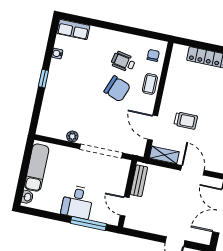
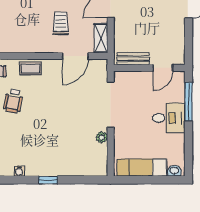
chair: (117, 89) -> (43, 101), removed

